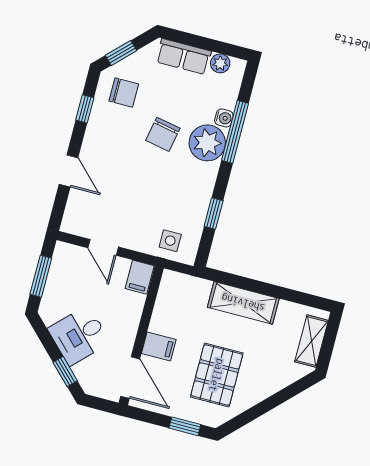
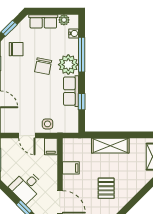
water cooler: (224, 118) -> (74, 33), moved
row of seats: (200, 190) -> (71, 91), added
side table: (170, 241) -> (48, 124), moved
filing cabinet: (159, 346) -> (71, 168), moved
pallet: (217, 375) -> (106, 188), width x0.67, depth x0.71

